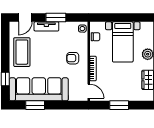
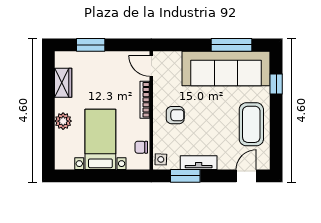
window: (56, 18) -> (185, 176), moved
tv unit: (46, 26) -> (199, 163), moved
window: (35, 105) -> (231, 45), width x1.44
window: (119, 105) -> (91, 45), moved

